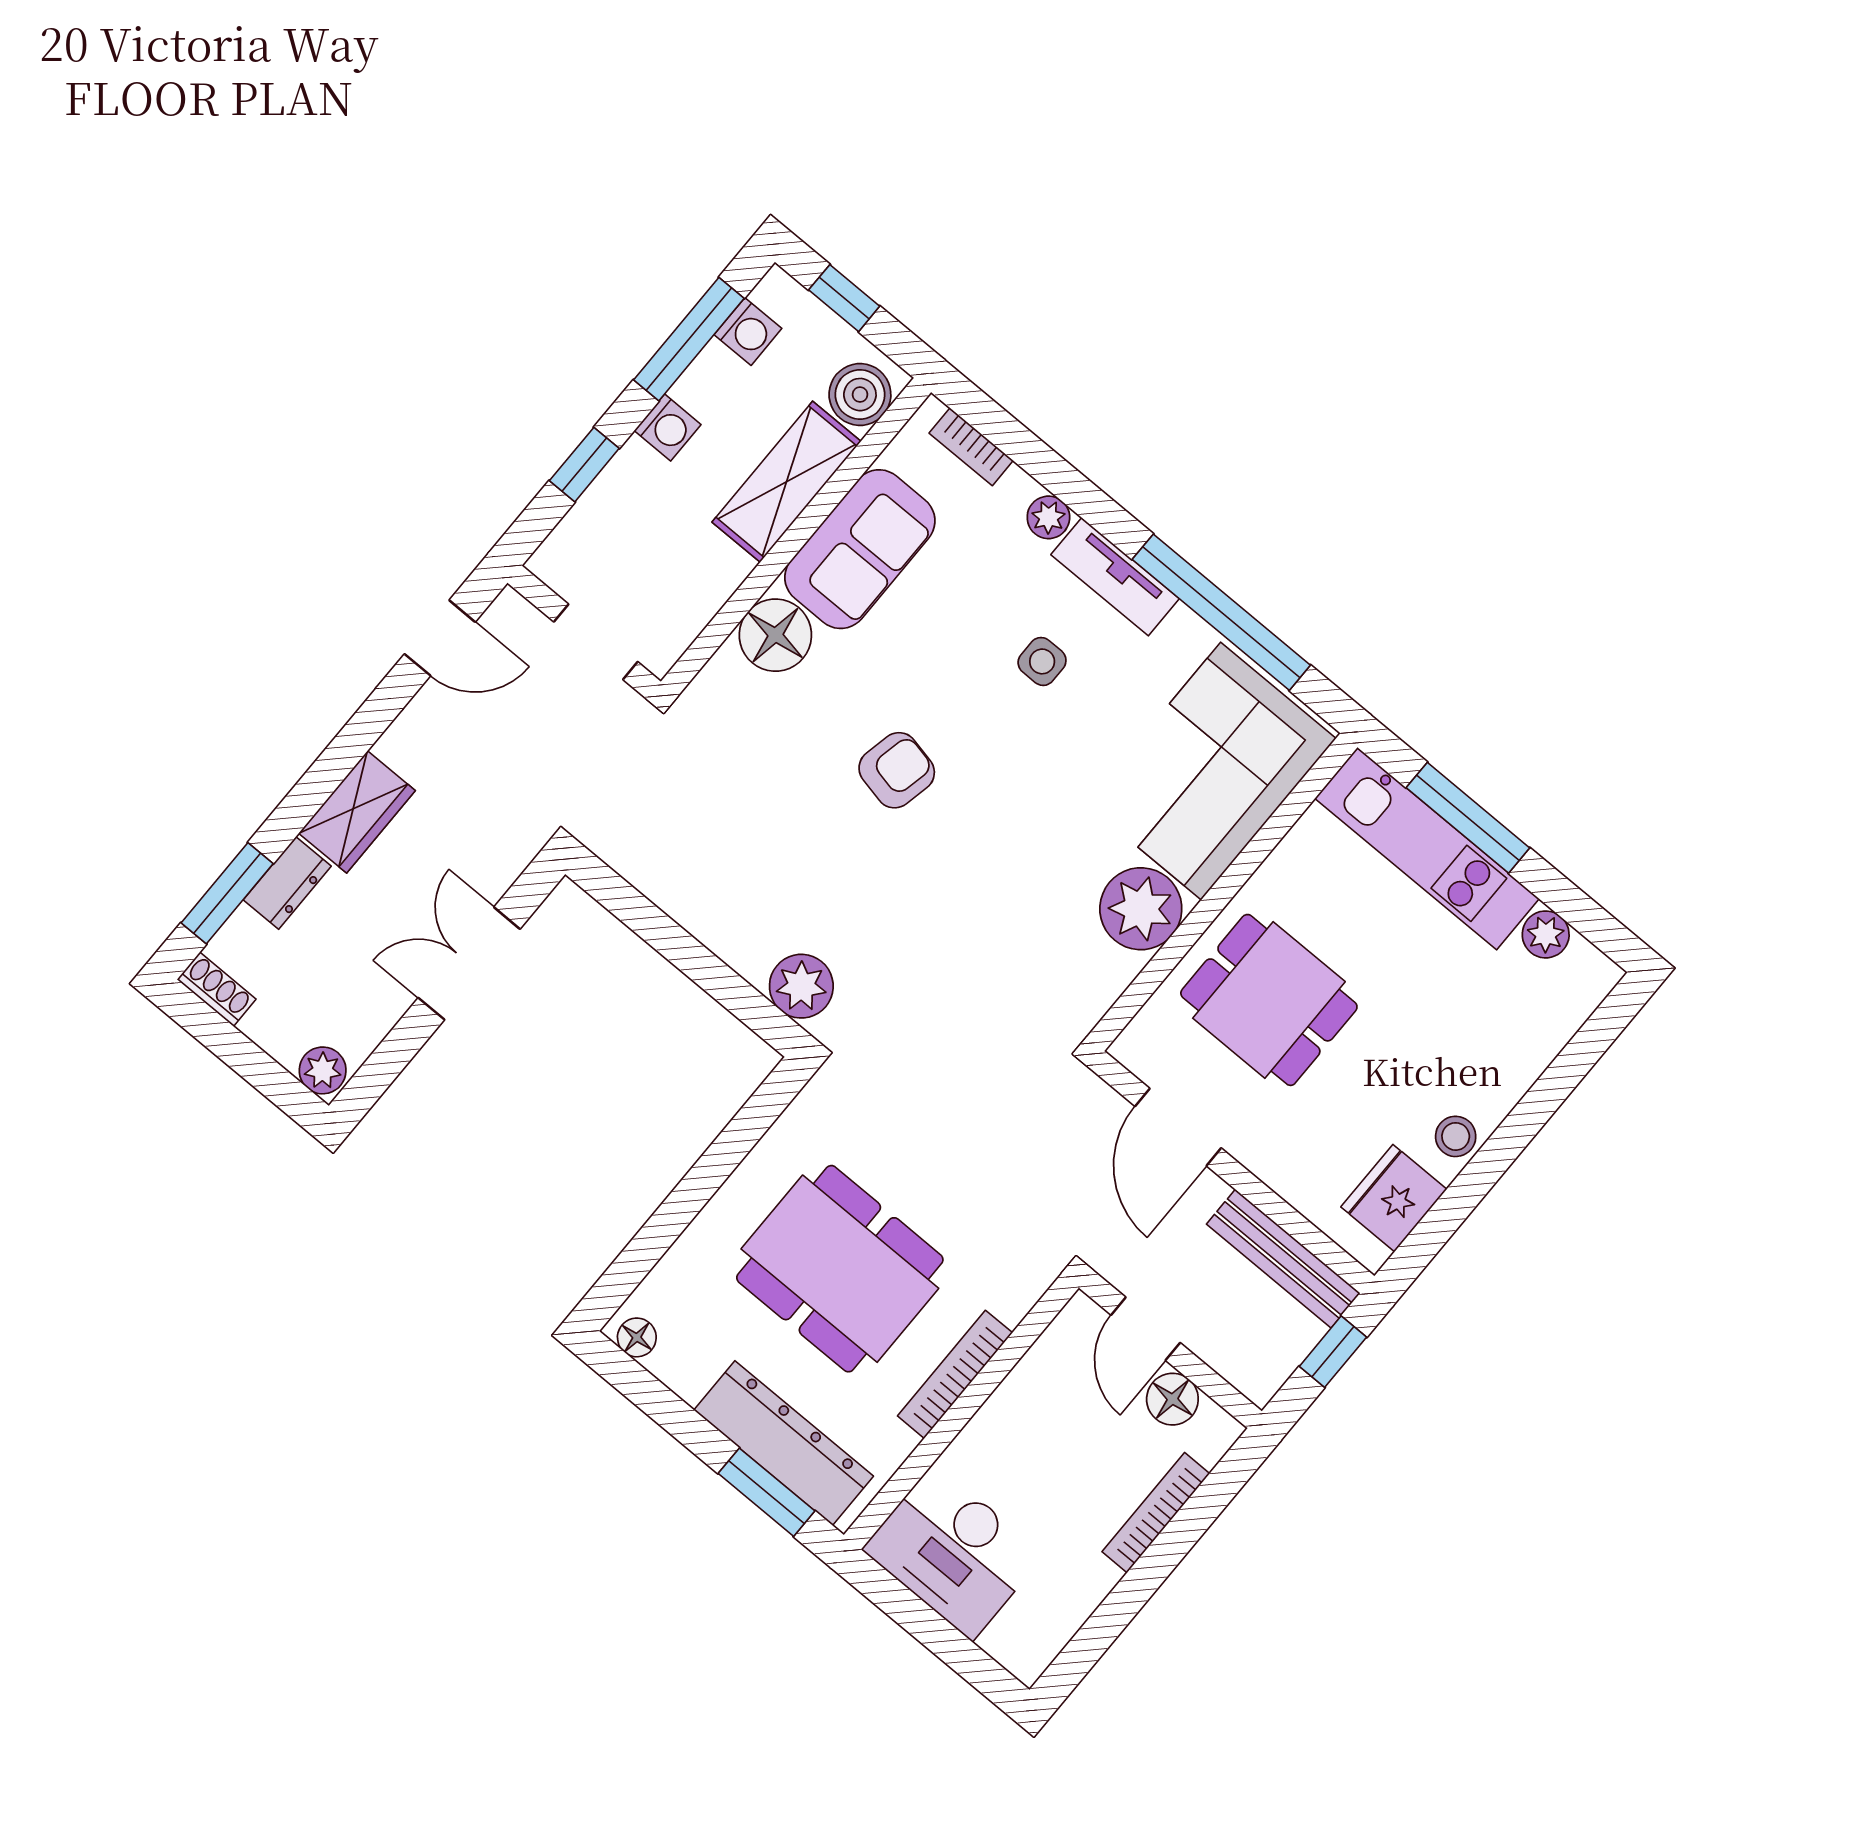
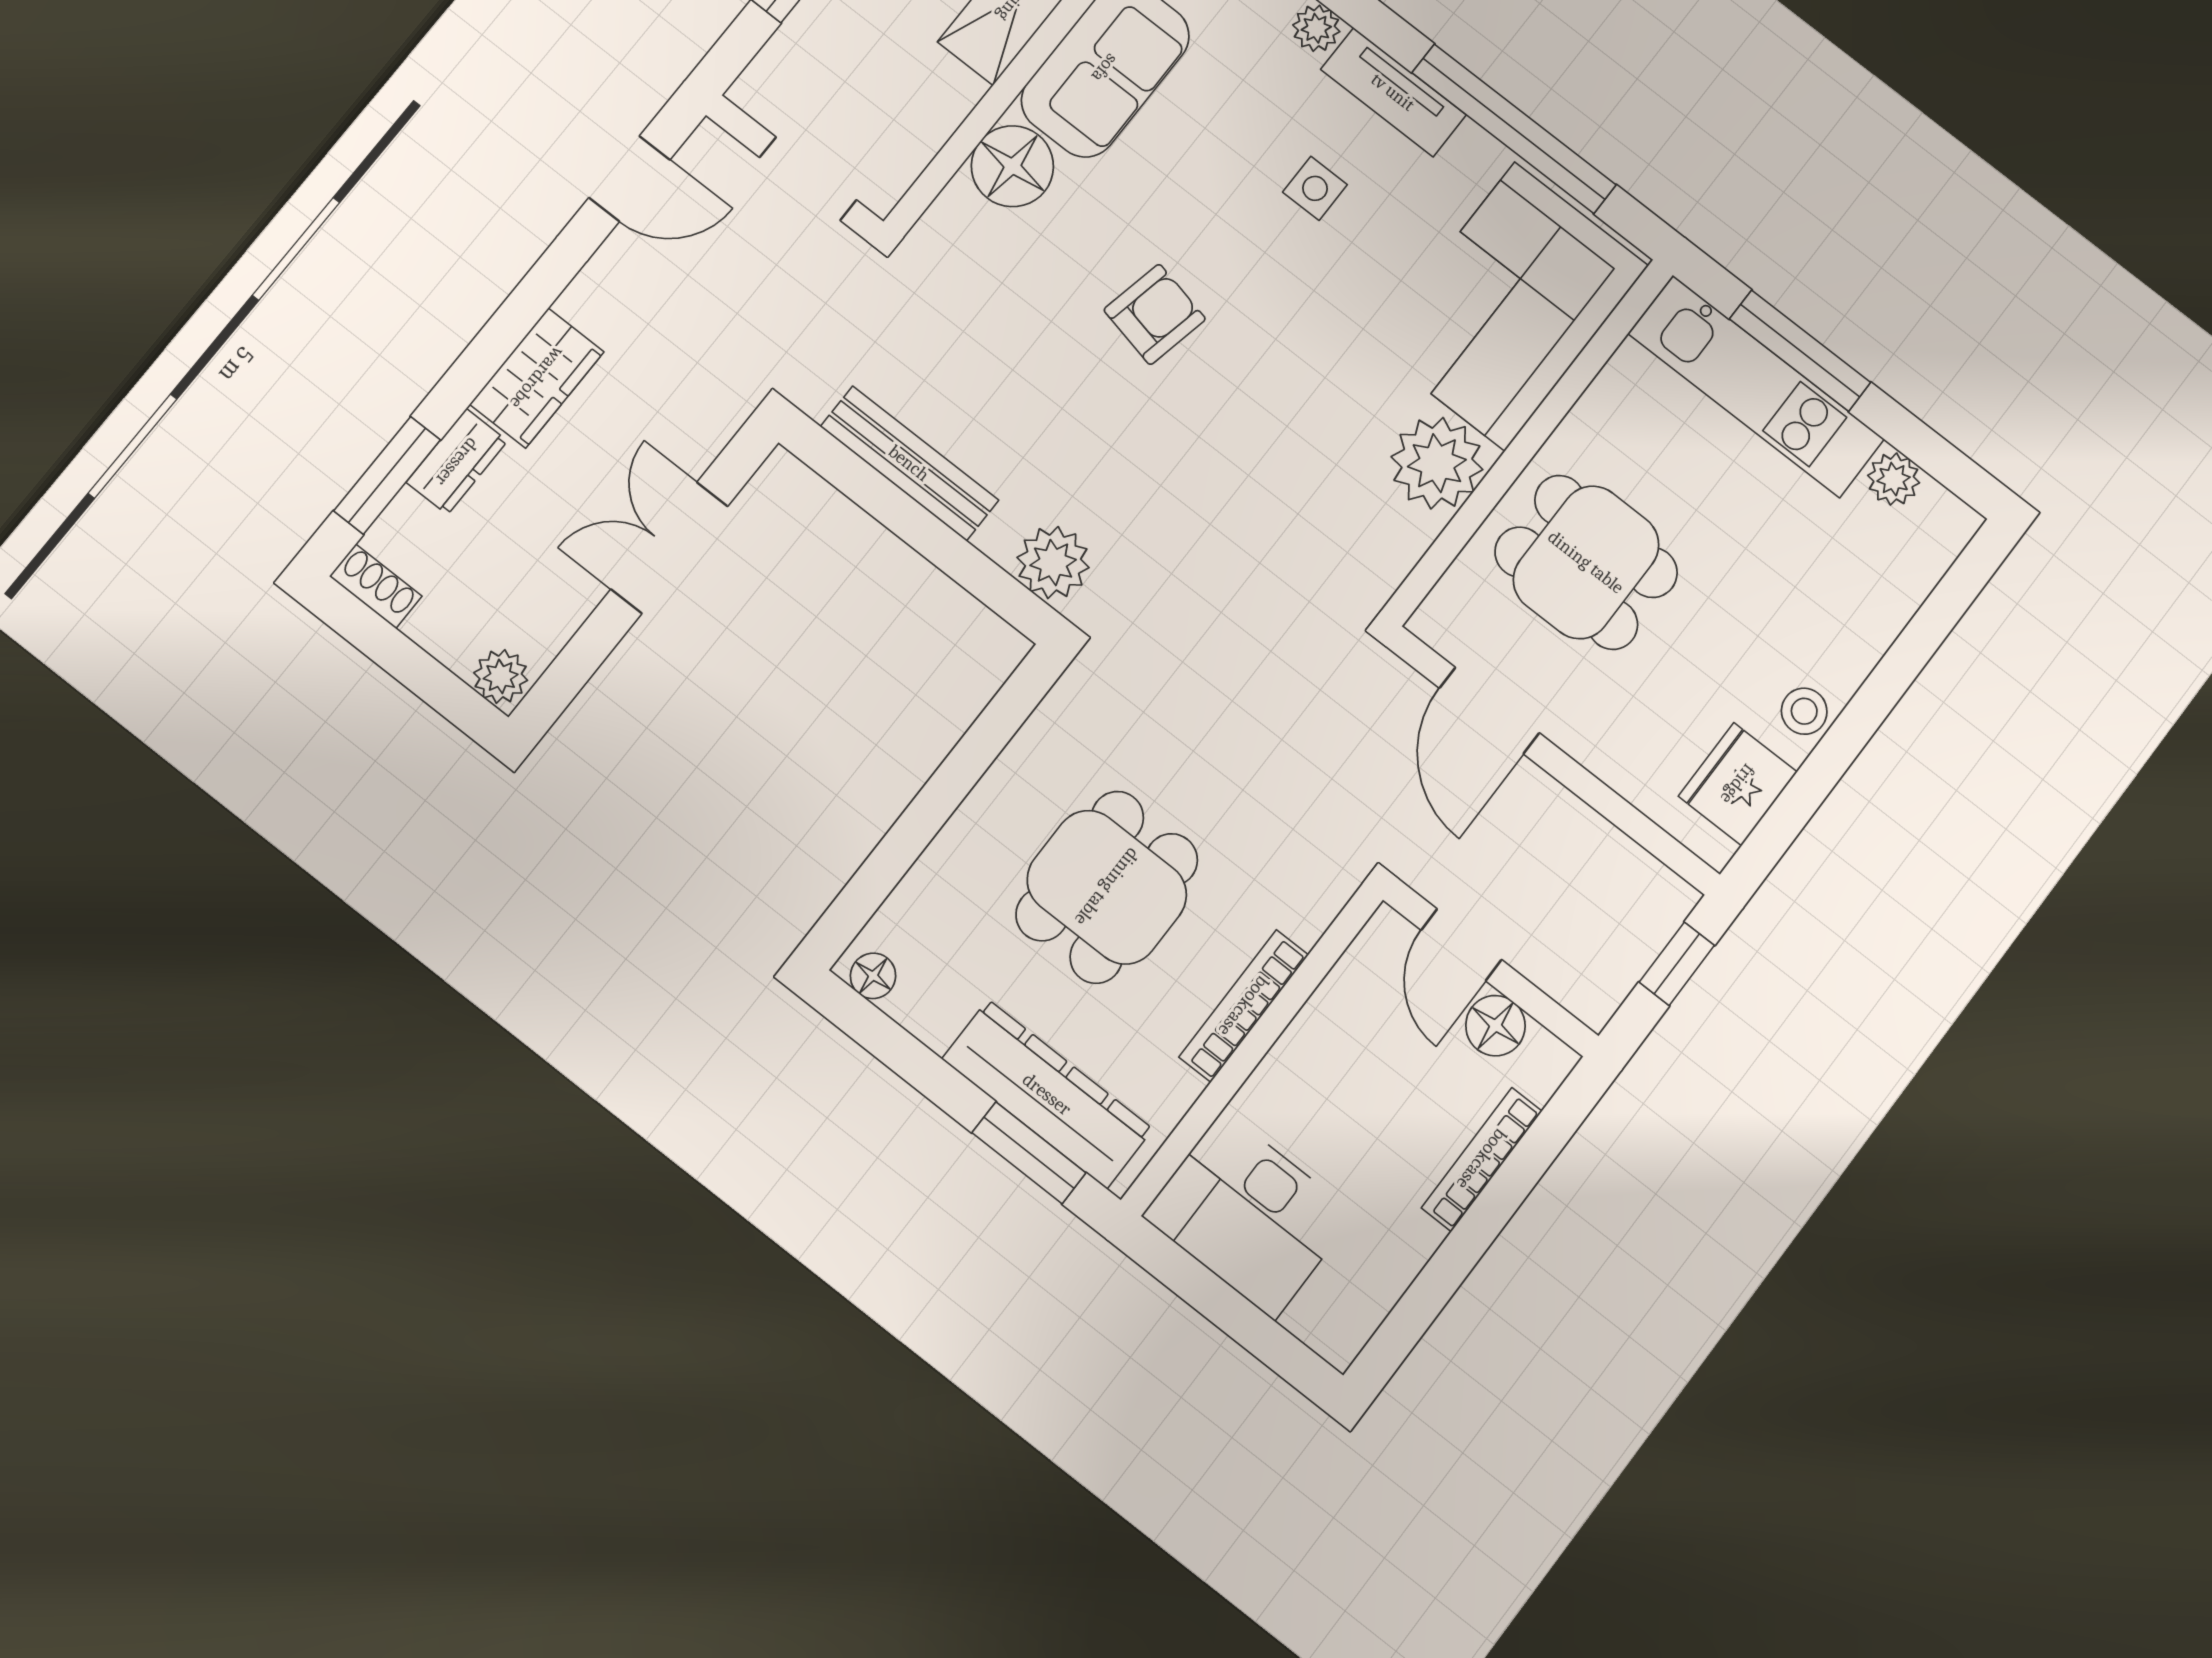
bench: (1283, 1259) -> (909, 463), moved
dining table: (840, 1269) -> (1107, 887), width x0.73

